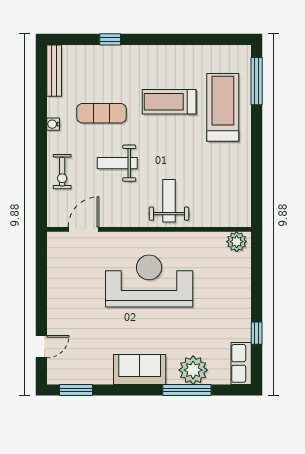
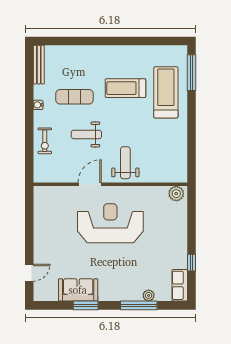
window: (110, 39) -> (81, 41), removed
door: (84, 229) -> (90, 184), moved
sofa: (140, 369) -> (78, 290), moved
plant: (193, 370) -> (149, 295), width x0.53, depth x0.53
window: (76, 390) -> (86, 305), moved

